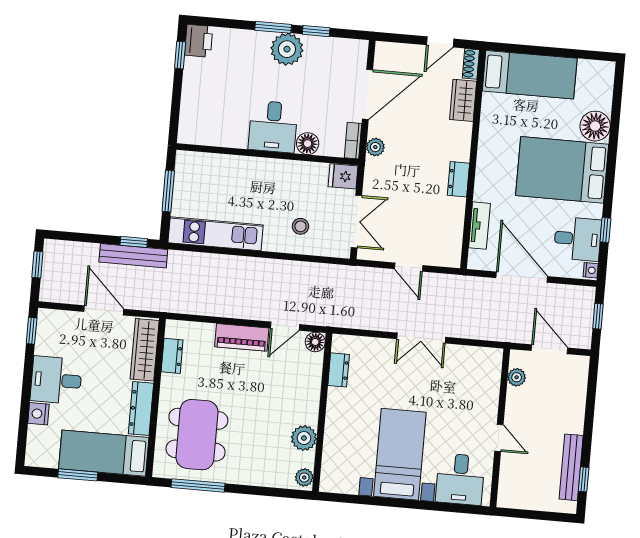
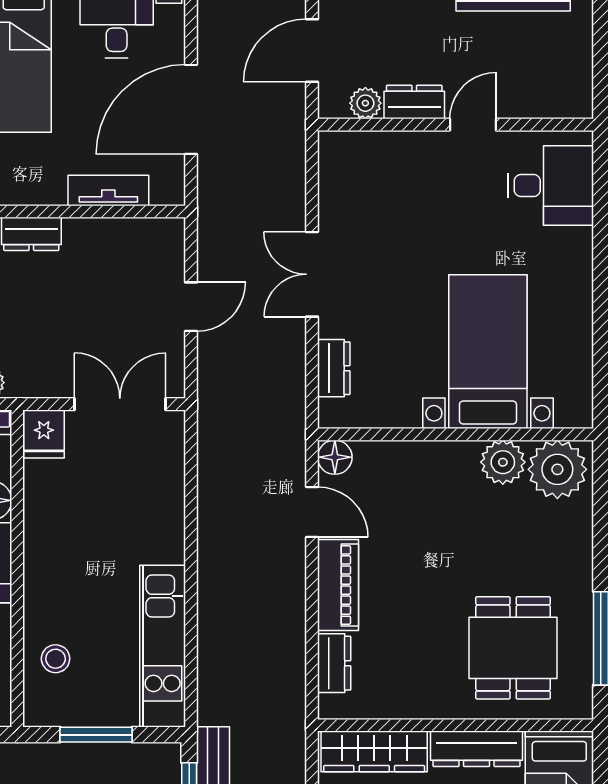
stool: (300, 226) -> (56, 659), moved
double door: (421, 338) -> (312, 274), swing flipped
dresser: (172, 356) -> (334, 663), moved, turned 90
dresser: (339, 370) -> (334, 368), moved, turned 90
dresser: (515, 405) -> (414, 102), added
dining table: (197, 435) -> (513, 648), width x0.73
bed with nightstands: (400, 454) -> (488, 352), moved, turned 90
plant: (304, 477) -> (557, 469), width x1.88, depth x1.88

